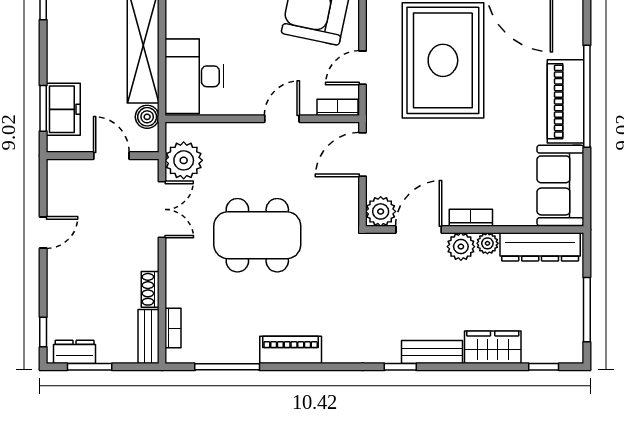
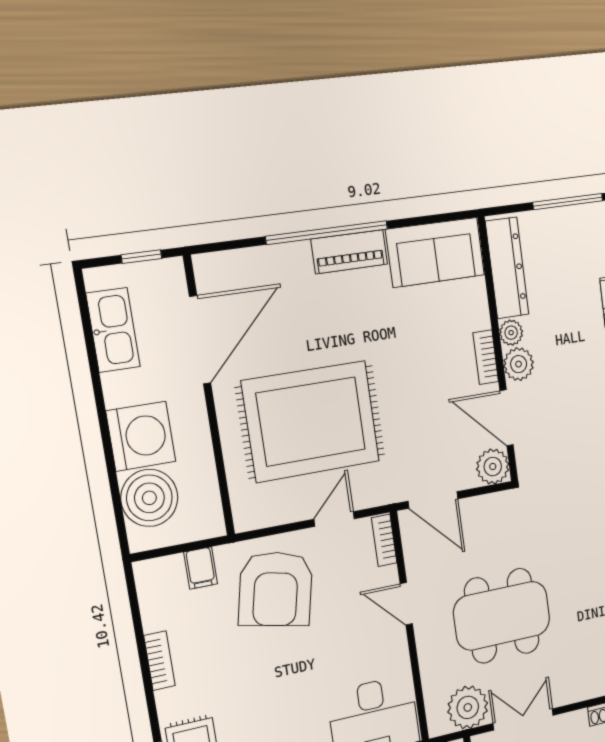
door: (363, 68) -> (334, 519), swing flipped
piano: (566, 101) -> (349, 252), width x0.73, depth x0.75
dining table: (257, 235) -> (502, 616), moved, turned 90

